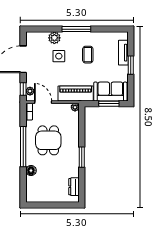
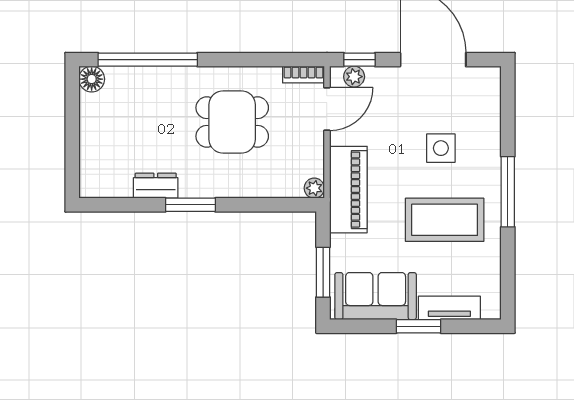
plant: (54, 38) -> (486, 137), removed
coffee table: (88, 55) -> (445, 220), width x1.86, depth x1.72
sofa: (110, 92) -> (376, 296), moved, turned -90
window: (23, 147) -> (148, 60), moved
floor lamp: (31, 171) -> (92, 79), moved
dresser: (74, 187) -> (156, 186), moved

